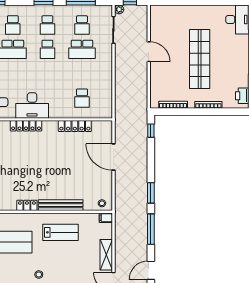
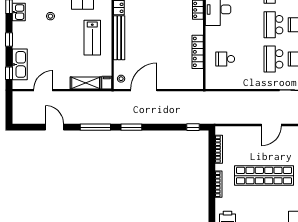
school desk: (47, 49) -> (274, 25), width x1.85
door: (113, 157) -> (144, 90), moved
shelving: (106, 255) -> (86, 83), moved

